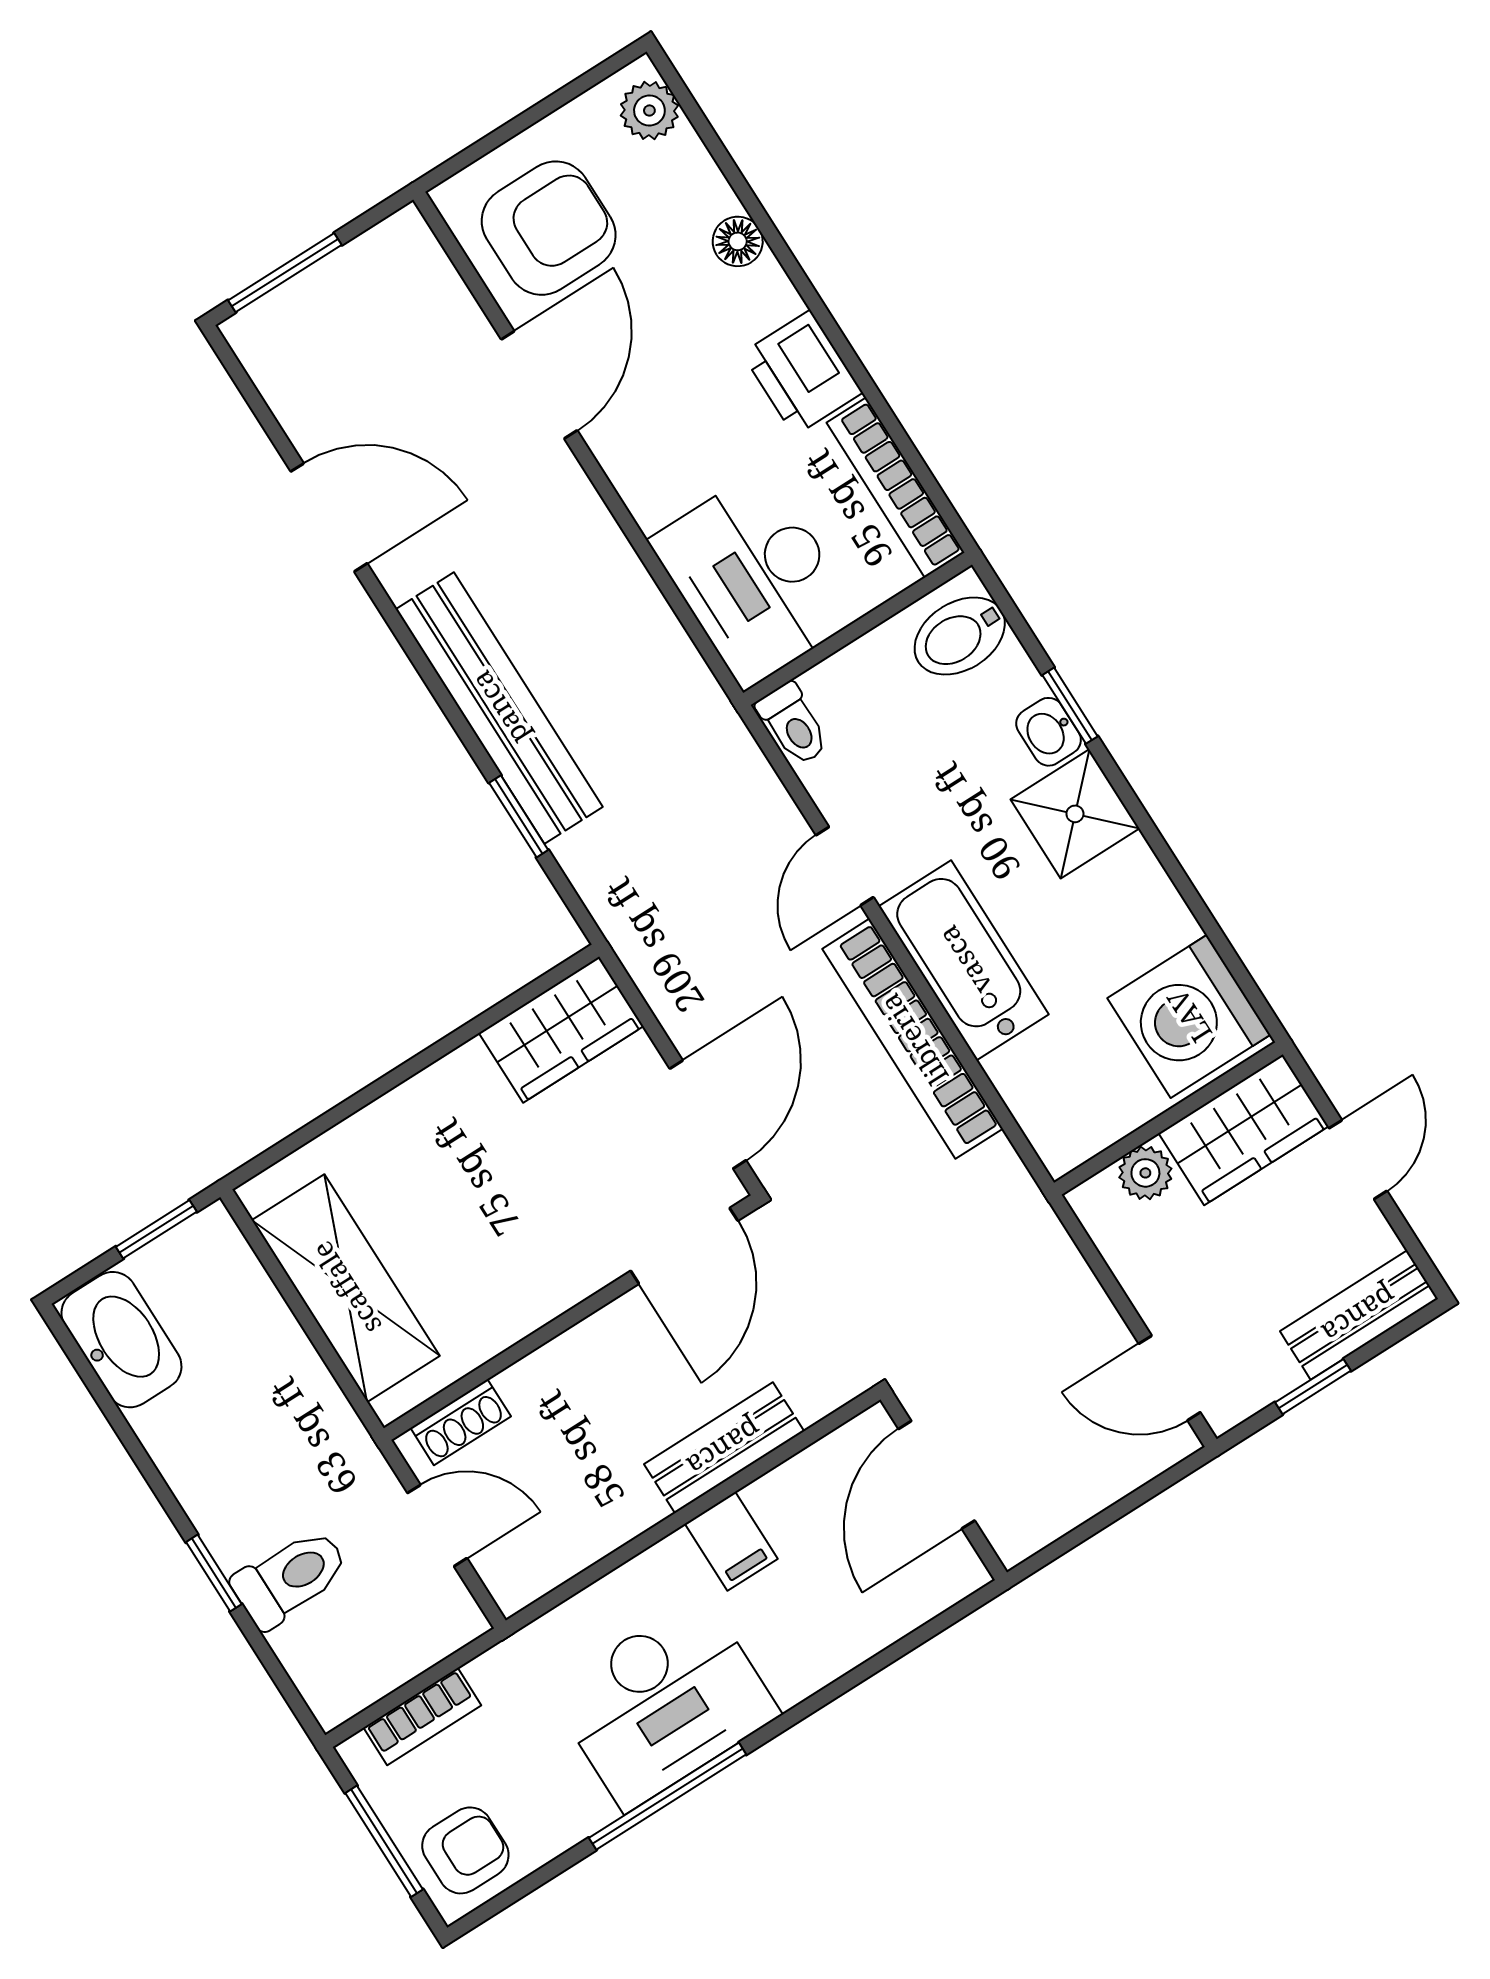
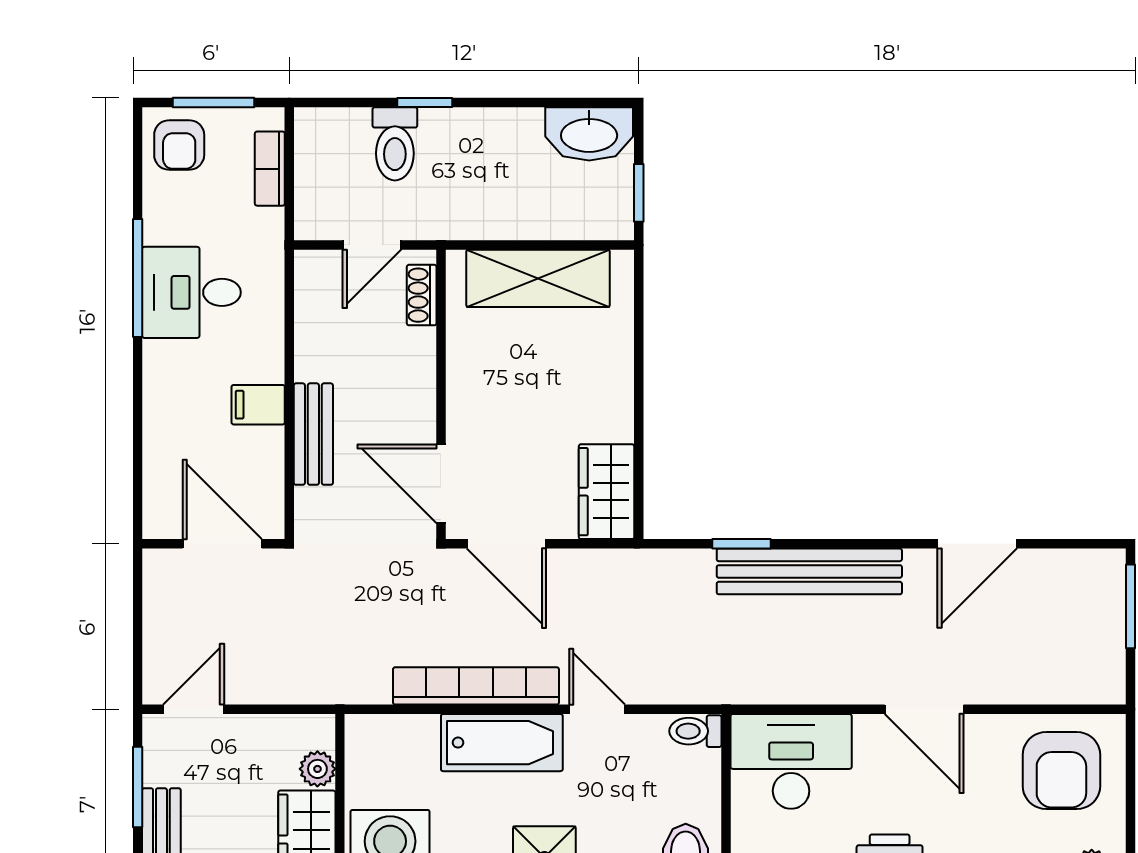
door: (539, 385) -> (924, 709), moved
window: (1313, 1387) -> (138, 787), width x1.50
desk: (664, 1703) -> (191, 292), width x0.73

